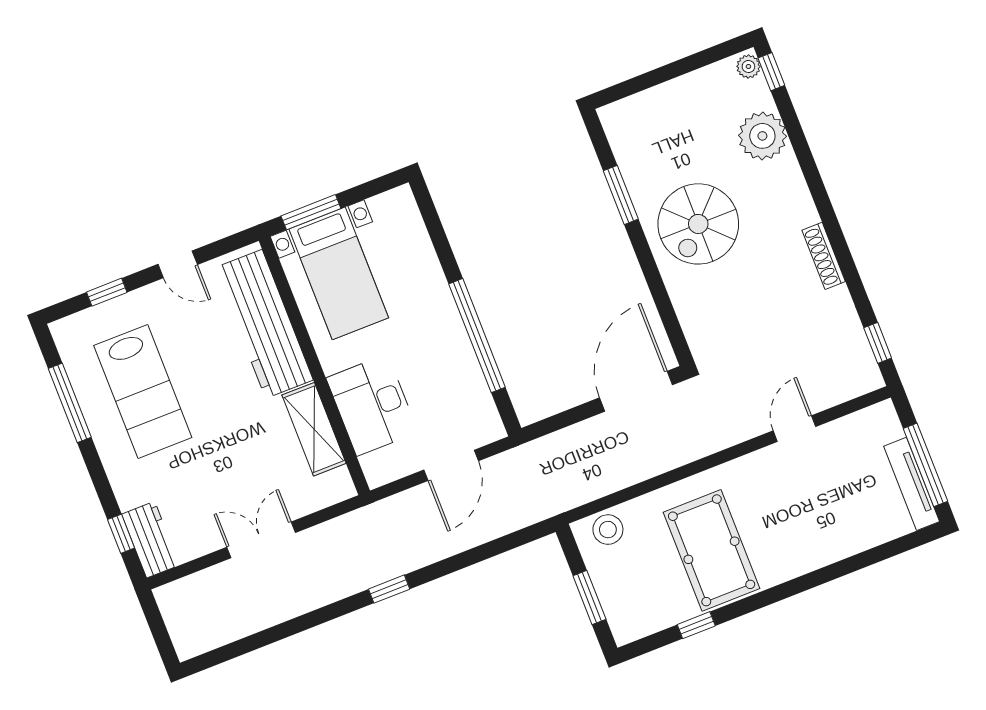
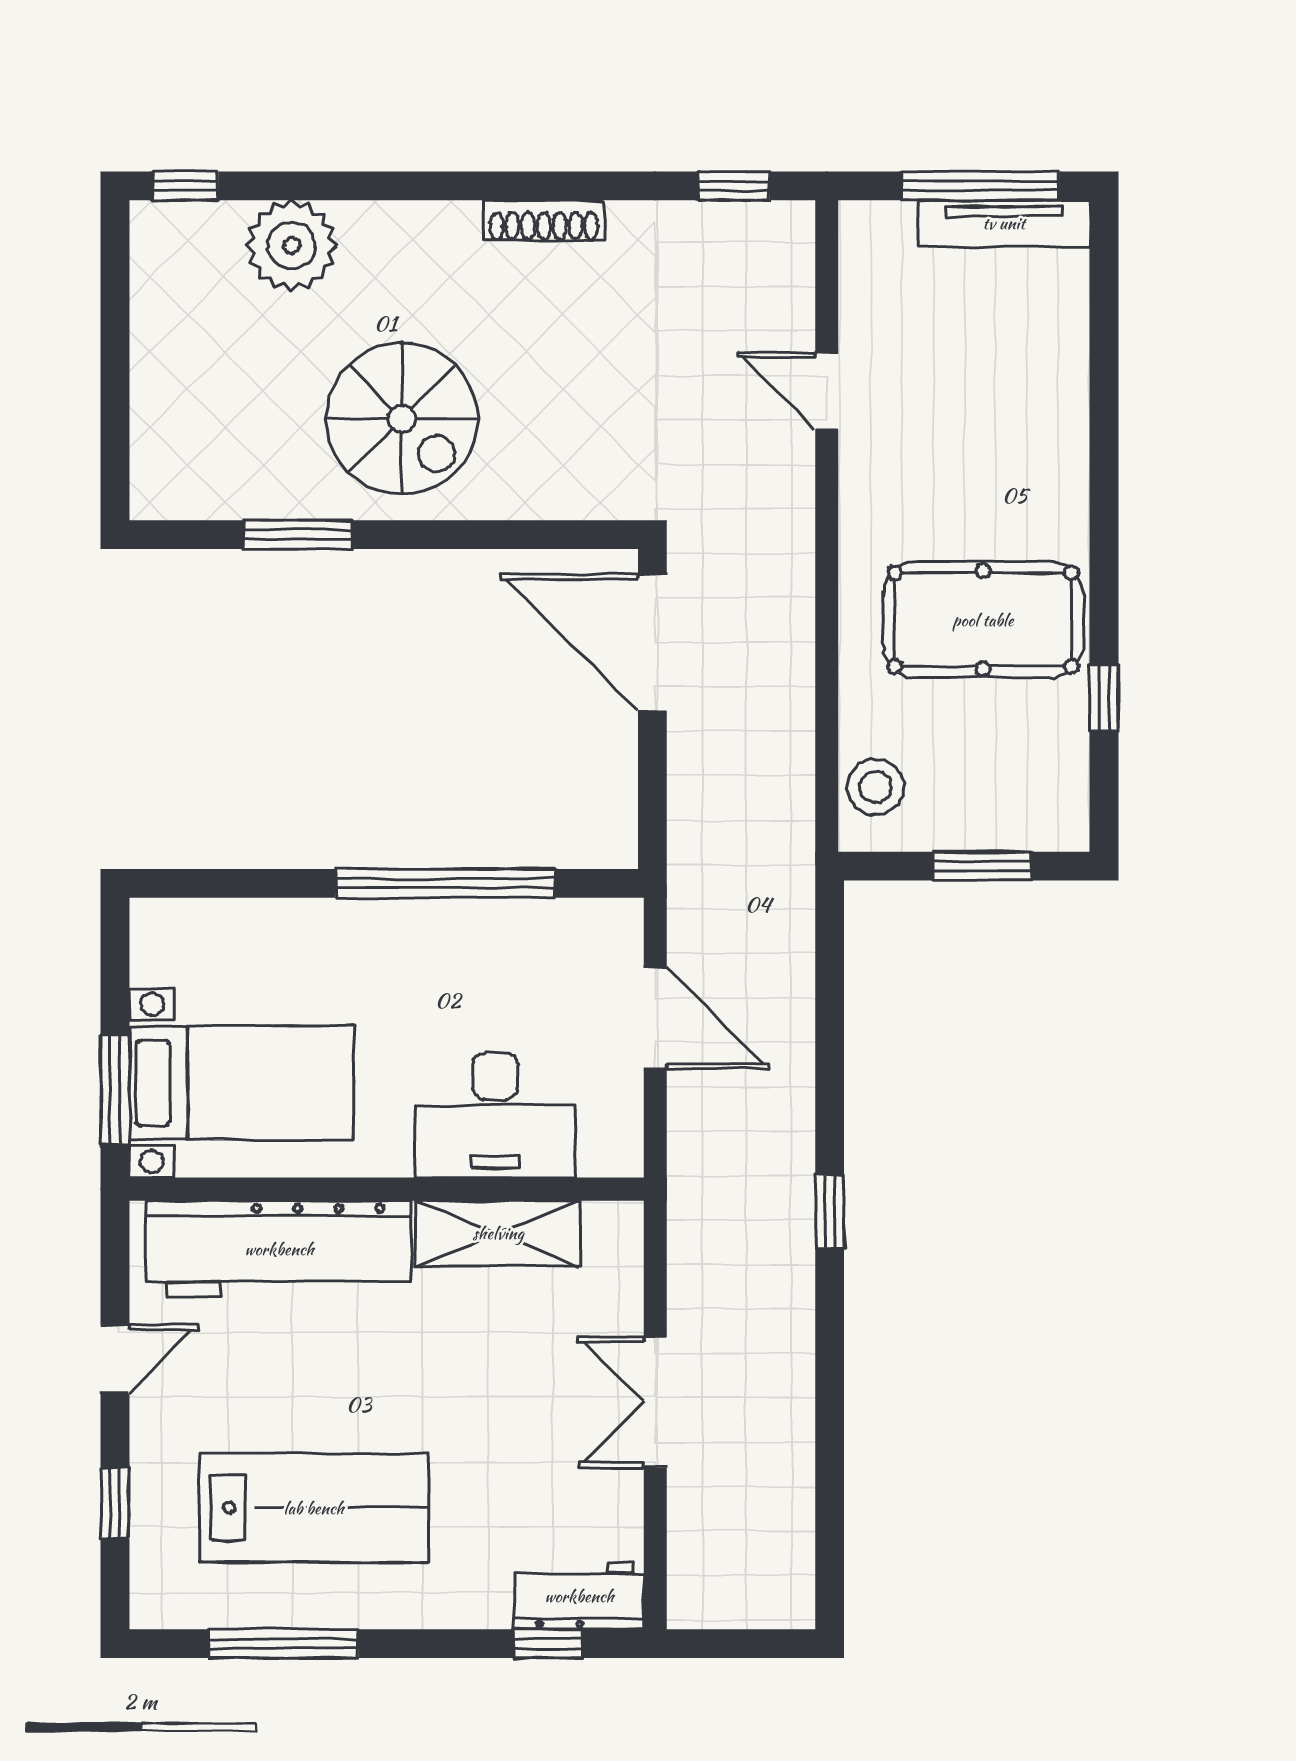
plant: (748, 66) -> (160, 222), removed

